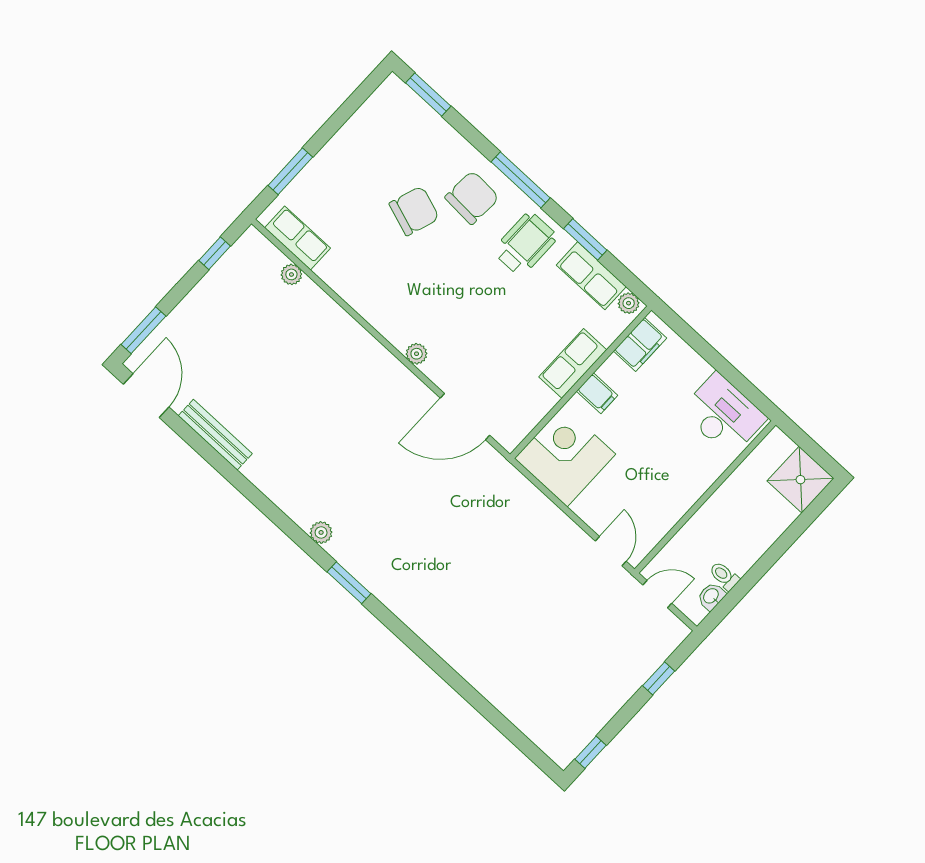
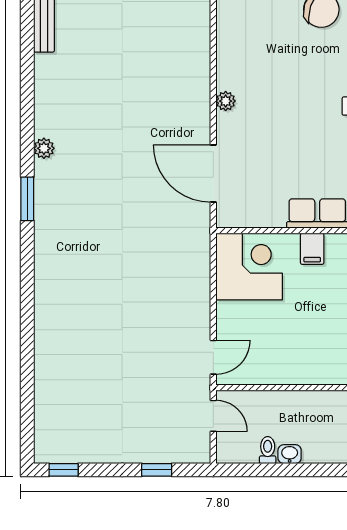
washbasin: (711, 596) -> (290, 454), moved

